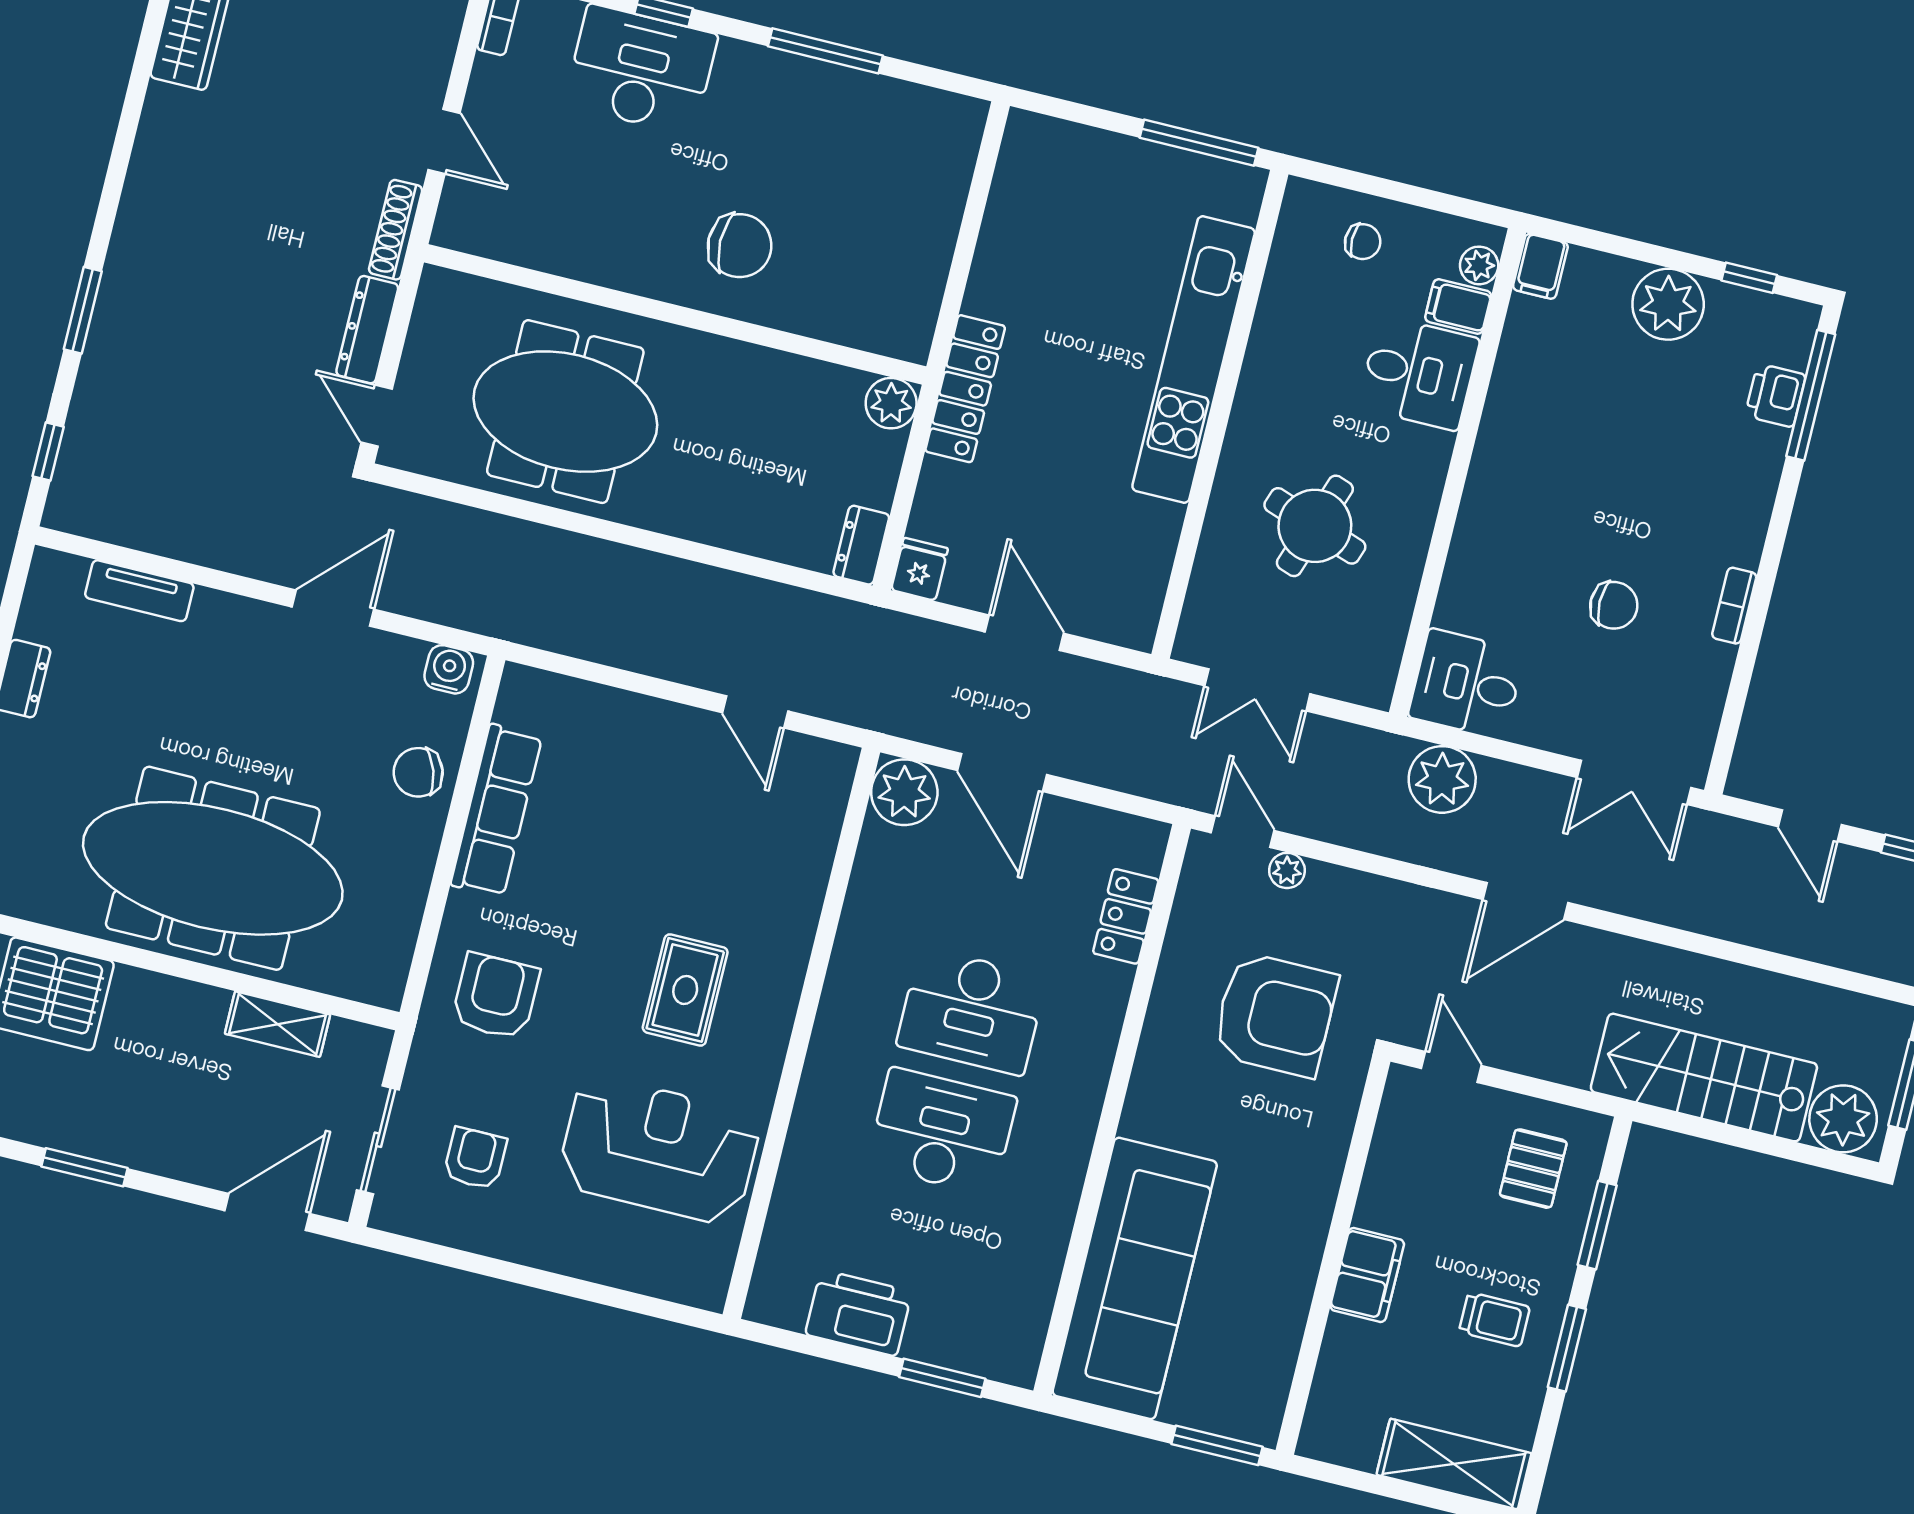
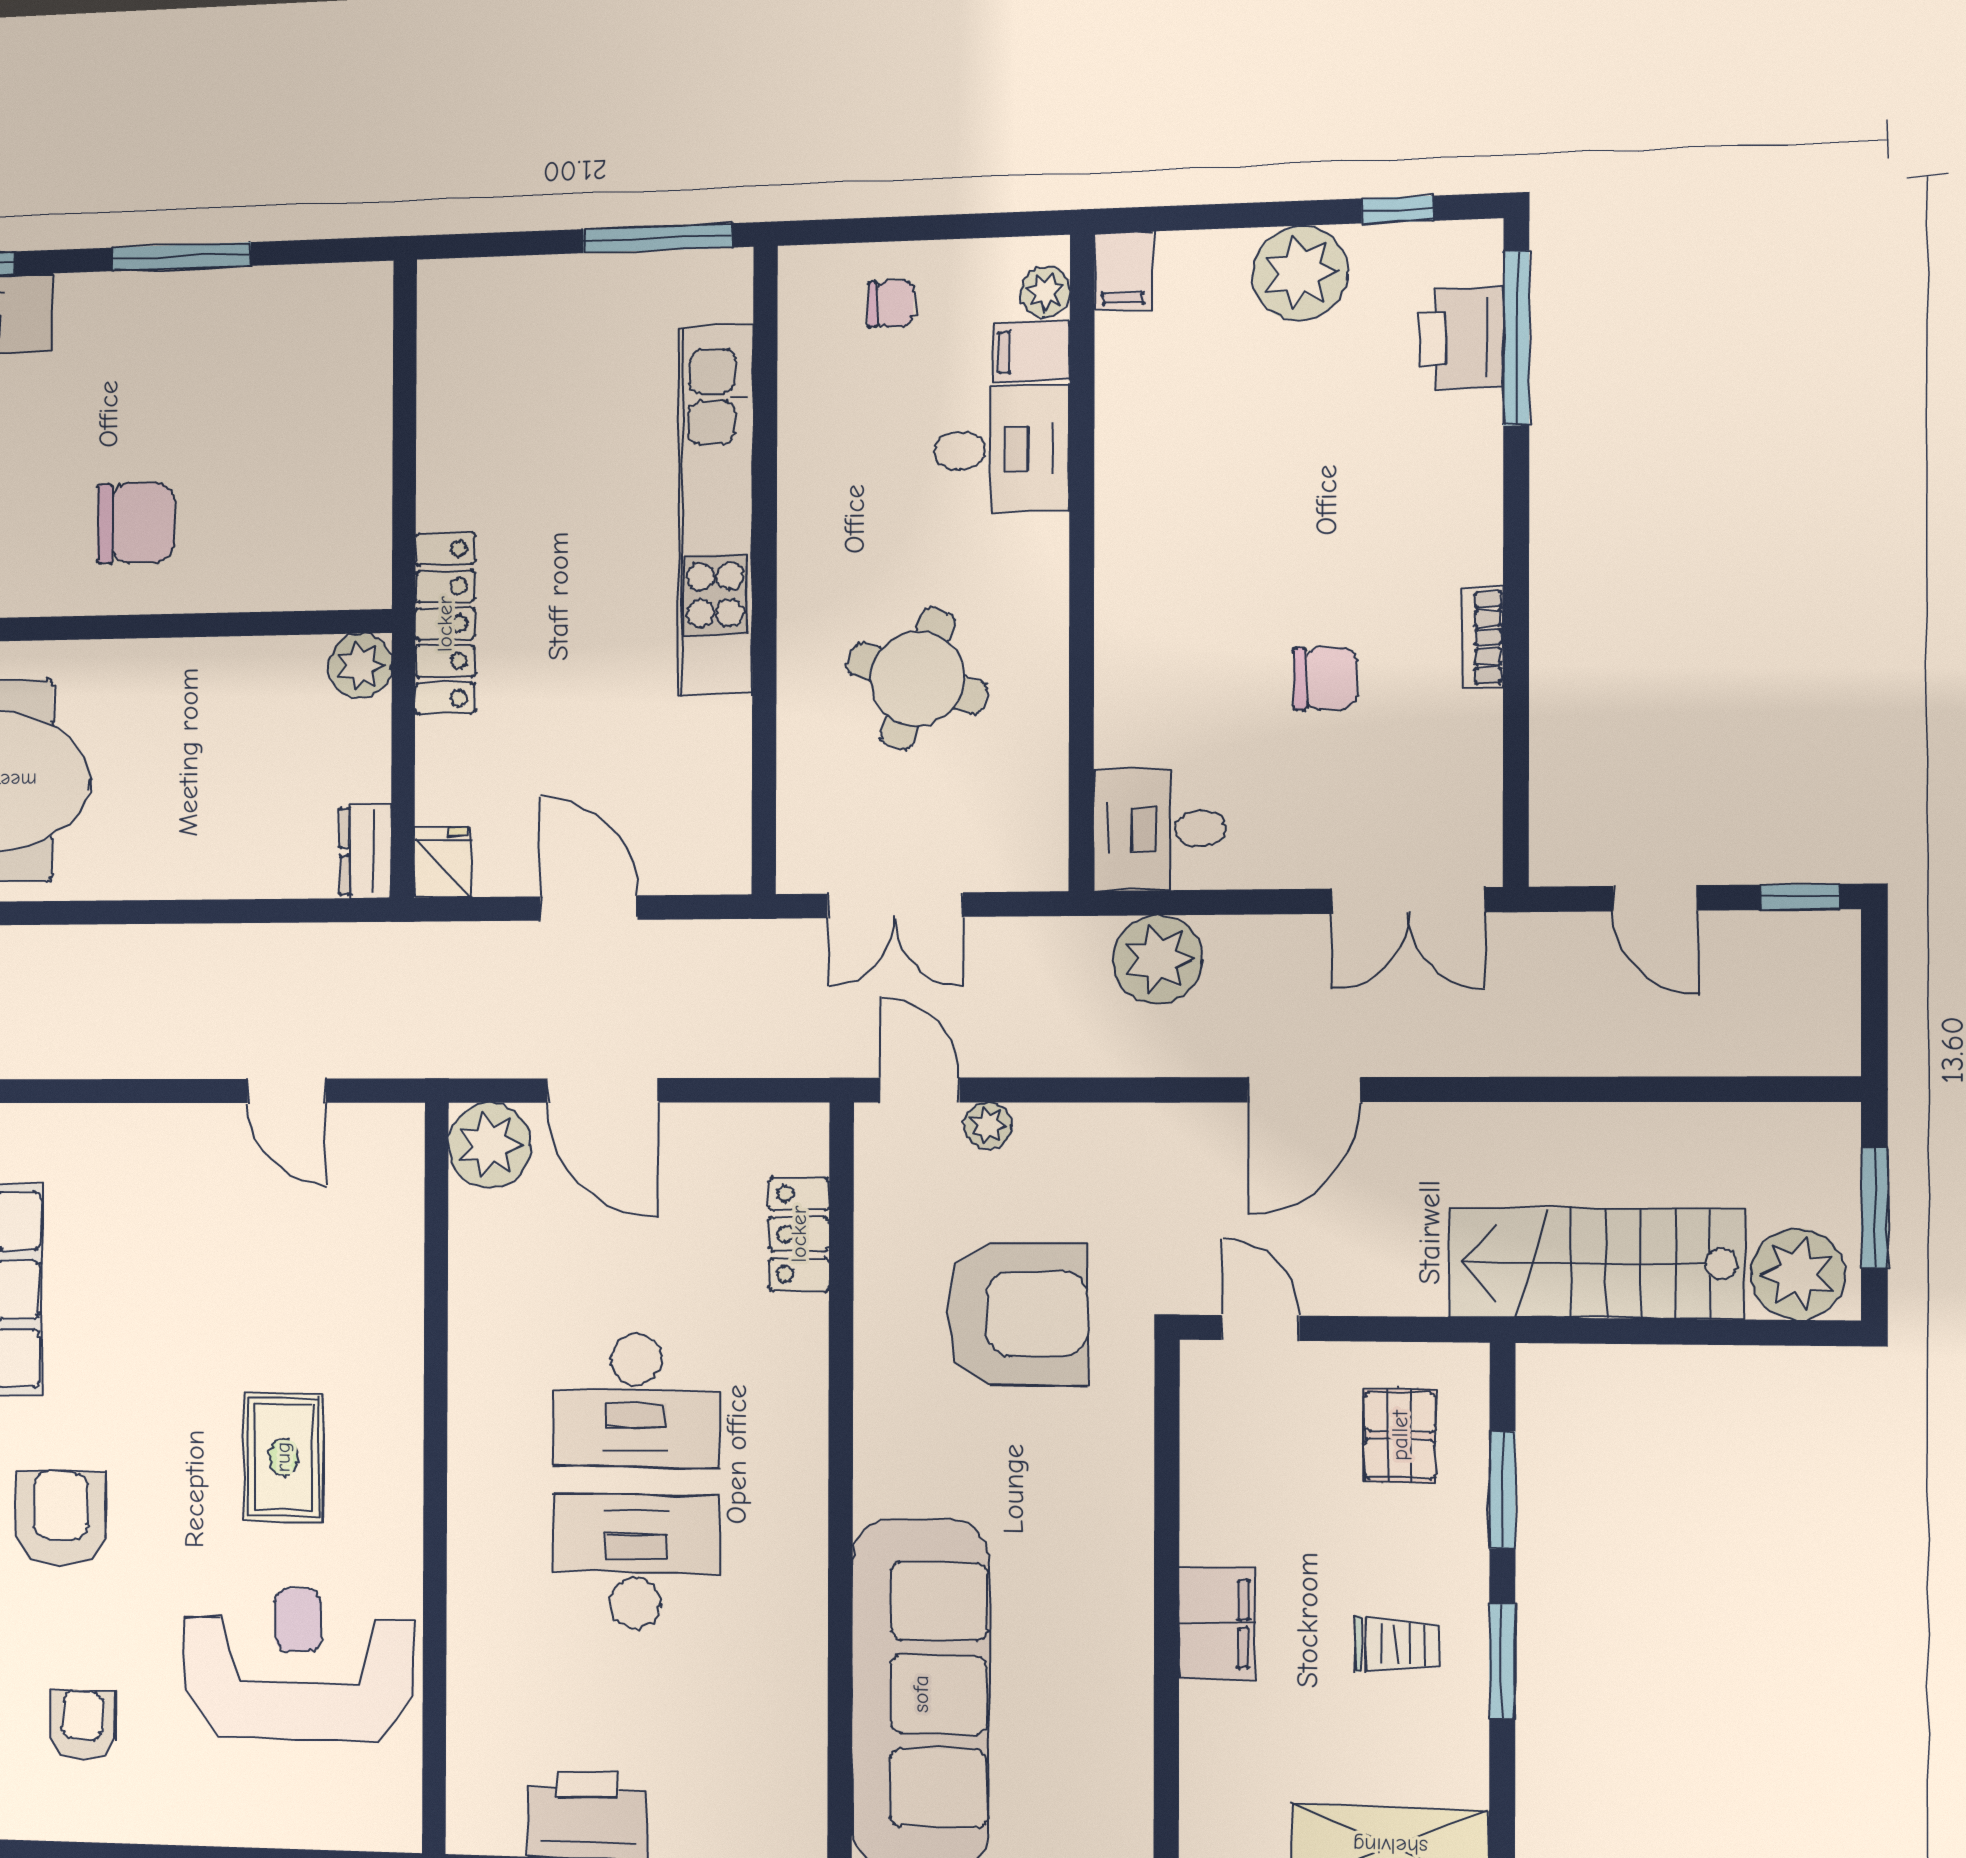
printer: (1775, 395) -> (1461, 338), width x1.36, depth x1.24

